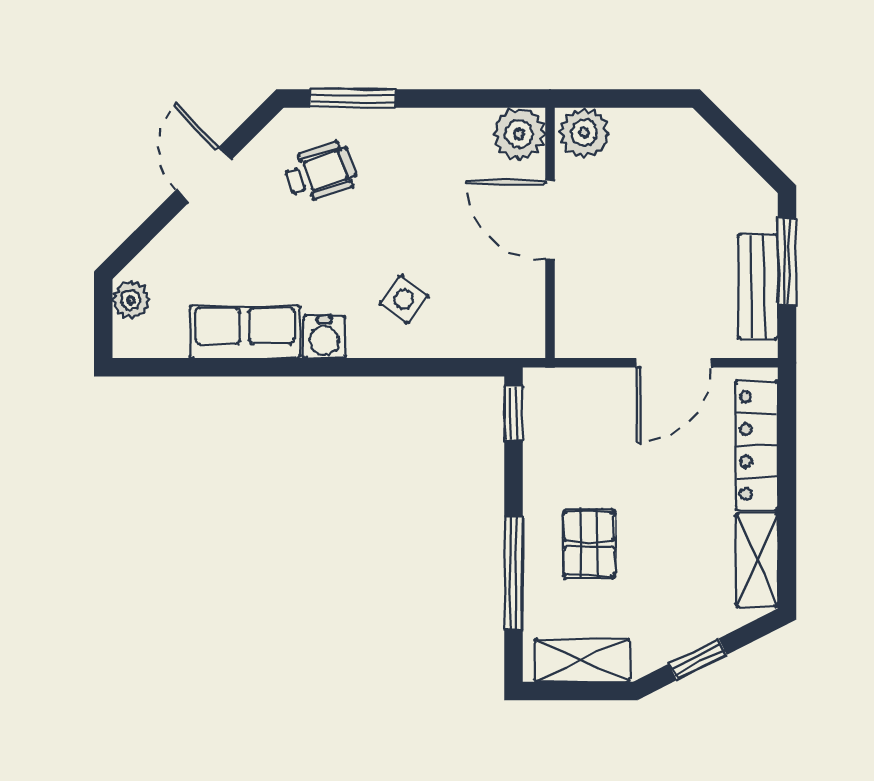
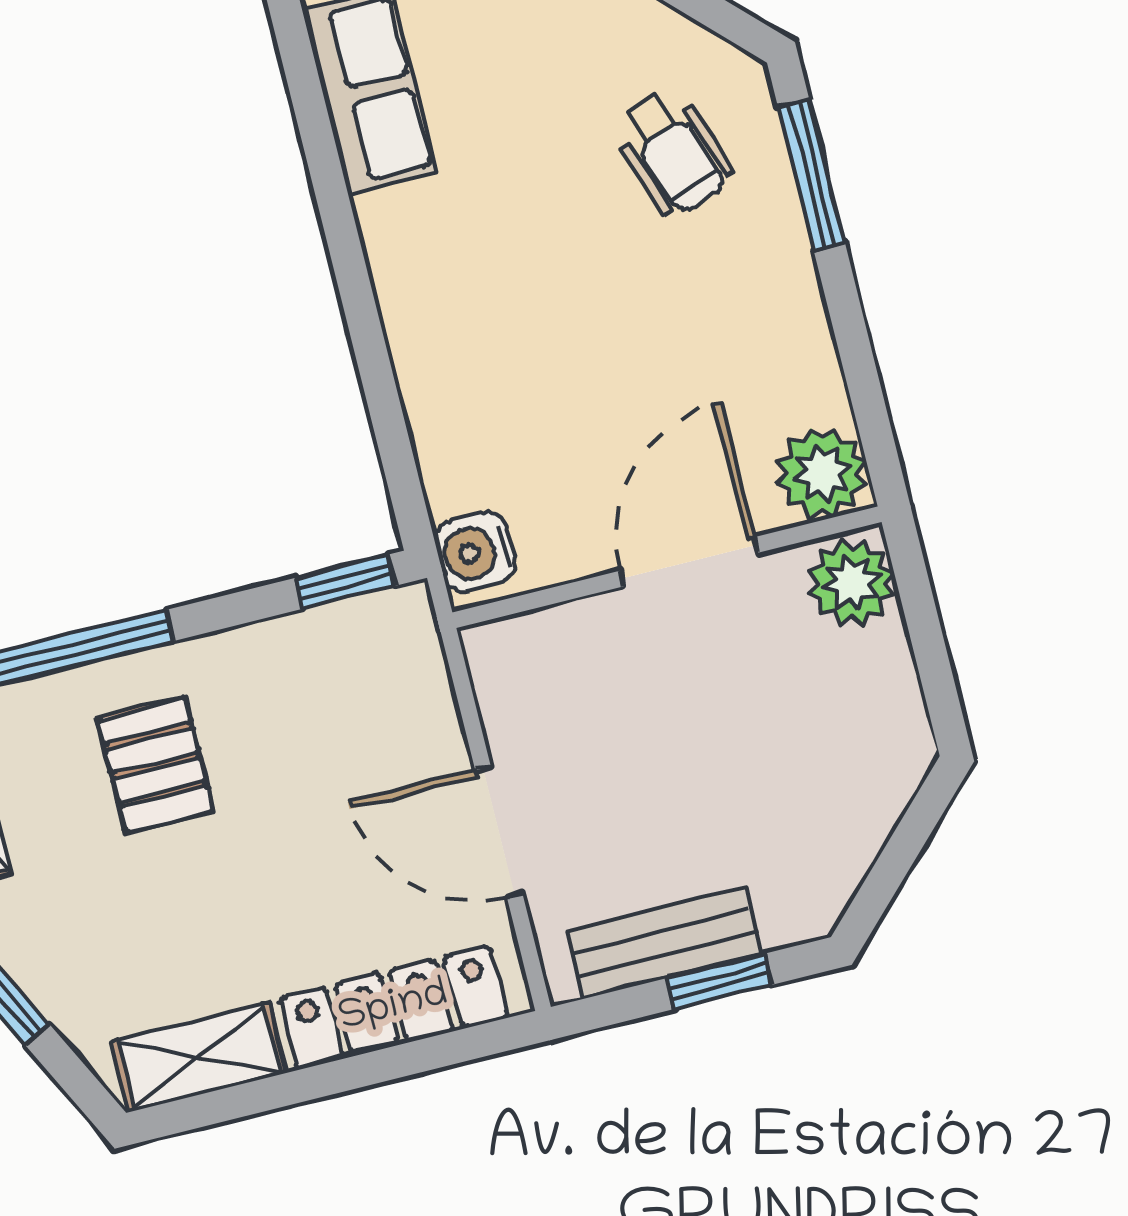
window: (787, 261) -> (719, 981), width x0.67
side table: (404, 299) -> (492, 348), removed
water cooler: (324, 337) -> (475, 552), moved
pallet: (589, 544) -> (156, 765), turned 90

